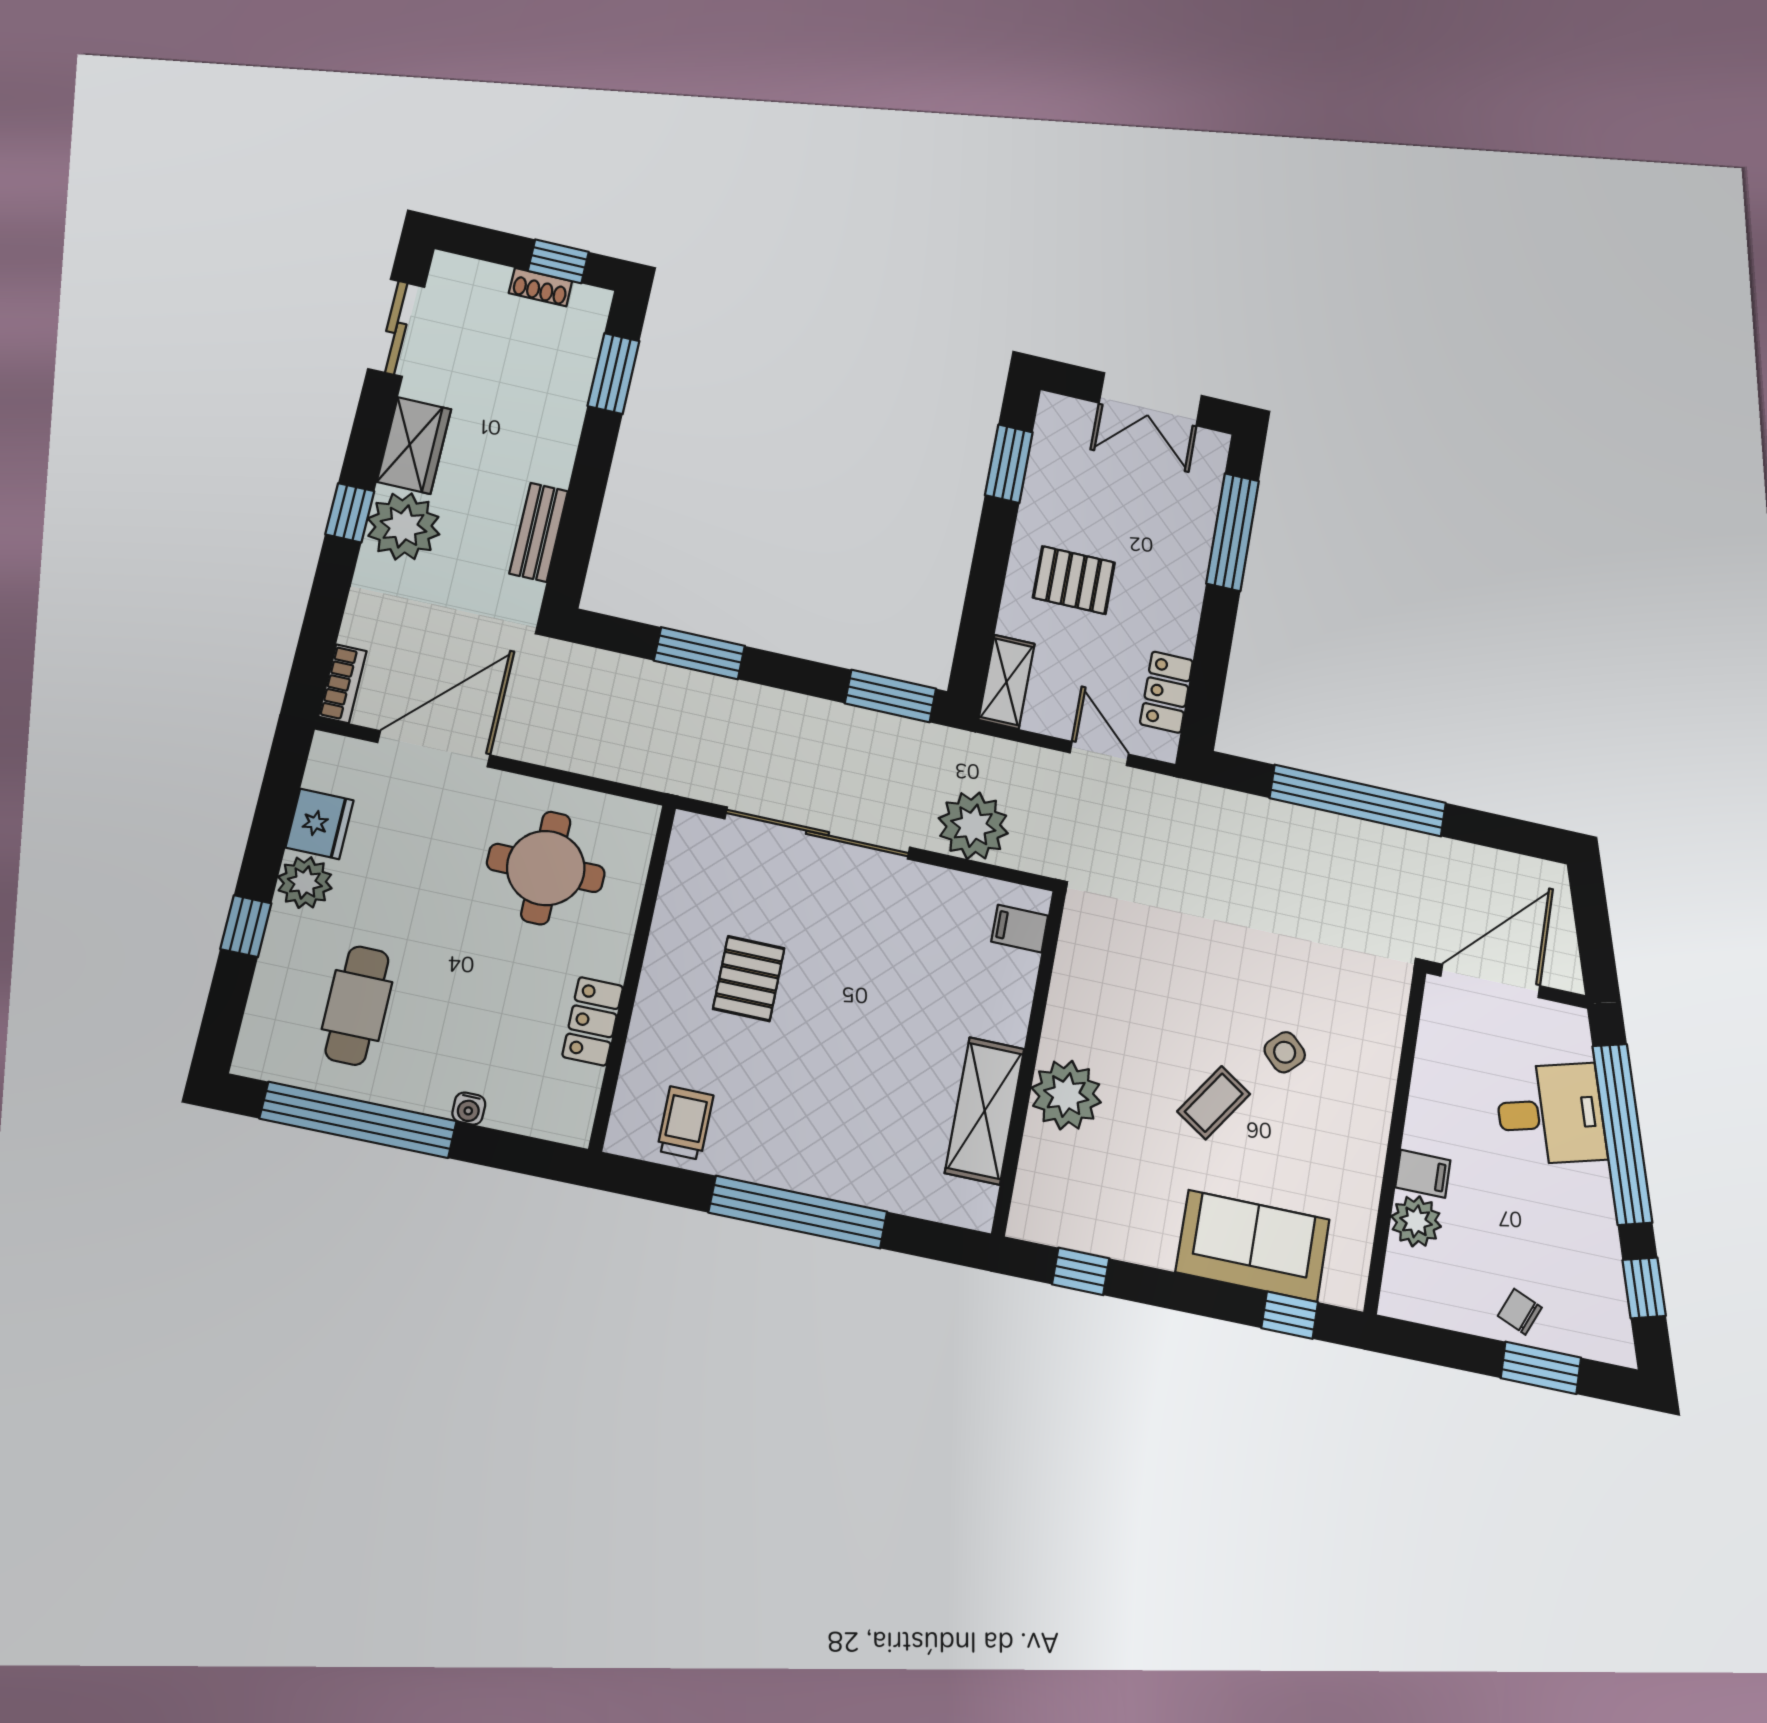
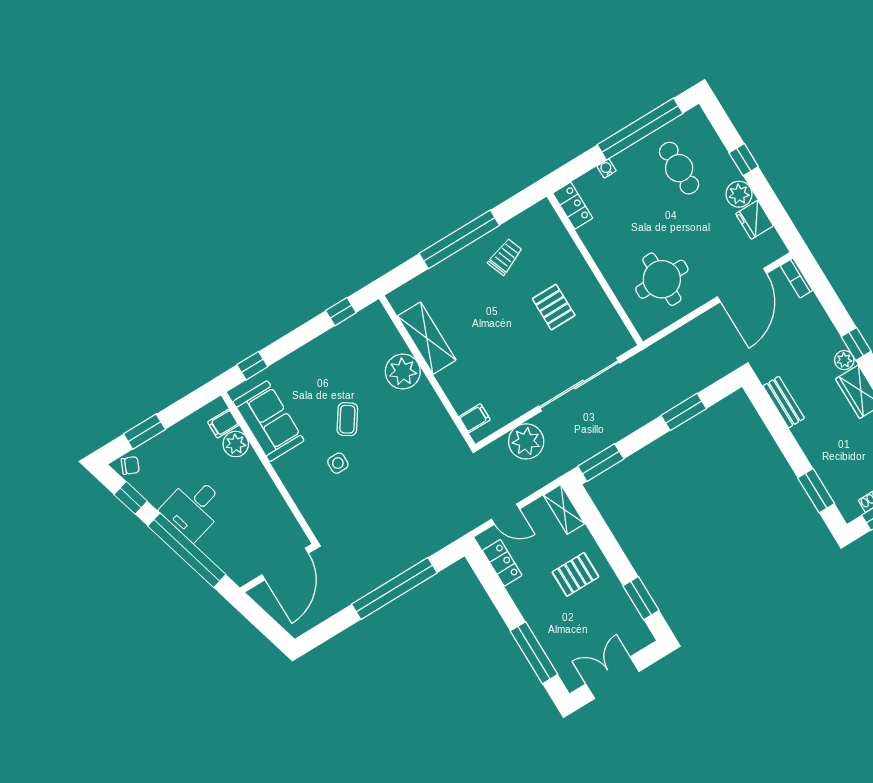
plant: (403, 526) -> (844, 360), width x0.53, depth x0.53
locker: (593, 1021) -> (573, 206), moved
side table: (1285, 1052) -> (338, 463), turned 45
desk: (1551, 1114) -> (193, 508), moved
trolley: (685, 1123) -> (505, 257), moved, turned -111
filing cabinet: (1423, 1174) -> (223, 424), moved
sofa: (1253, 1246) -> (269, 421), moved, turned -90
chair: (1520, 1312) -> (130, 466), moved

